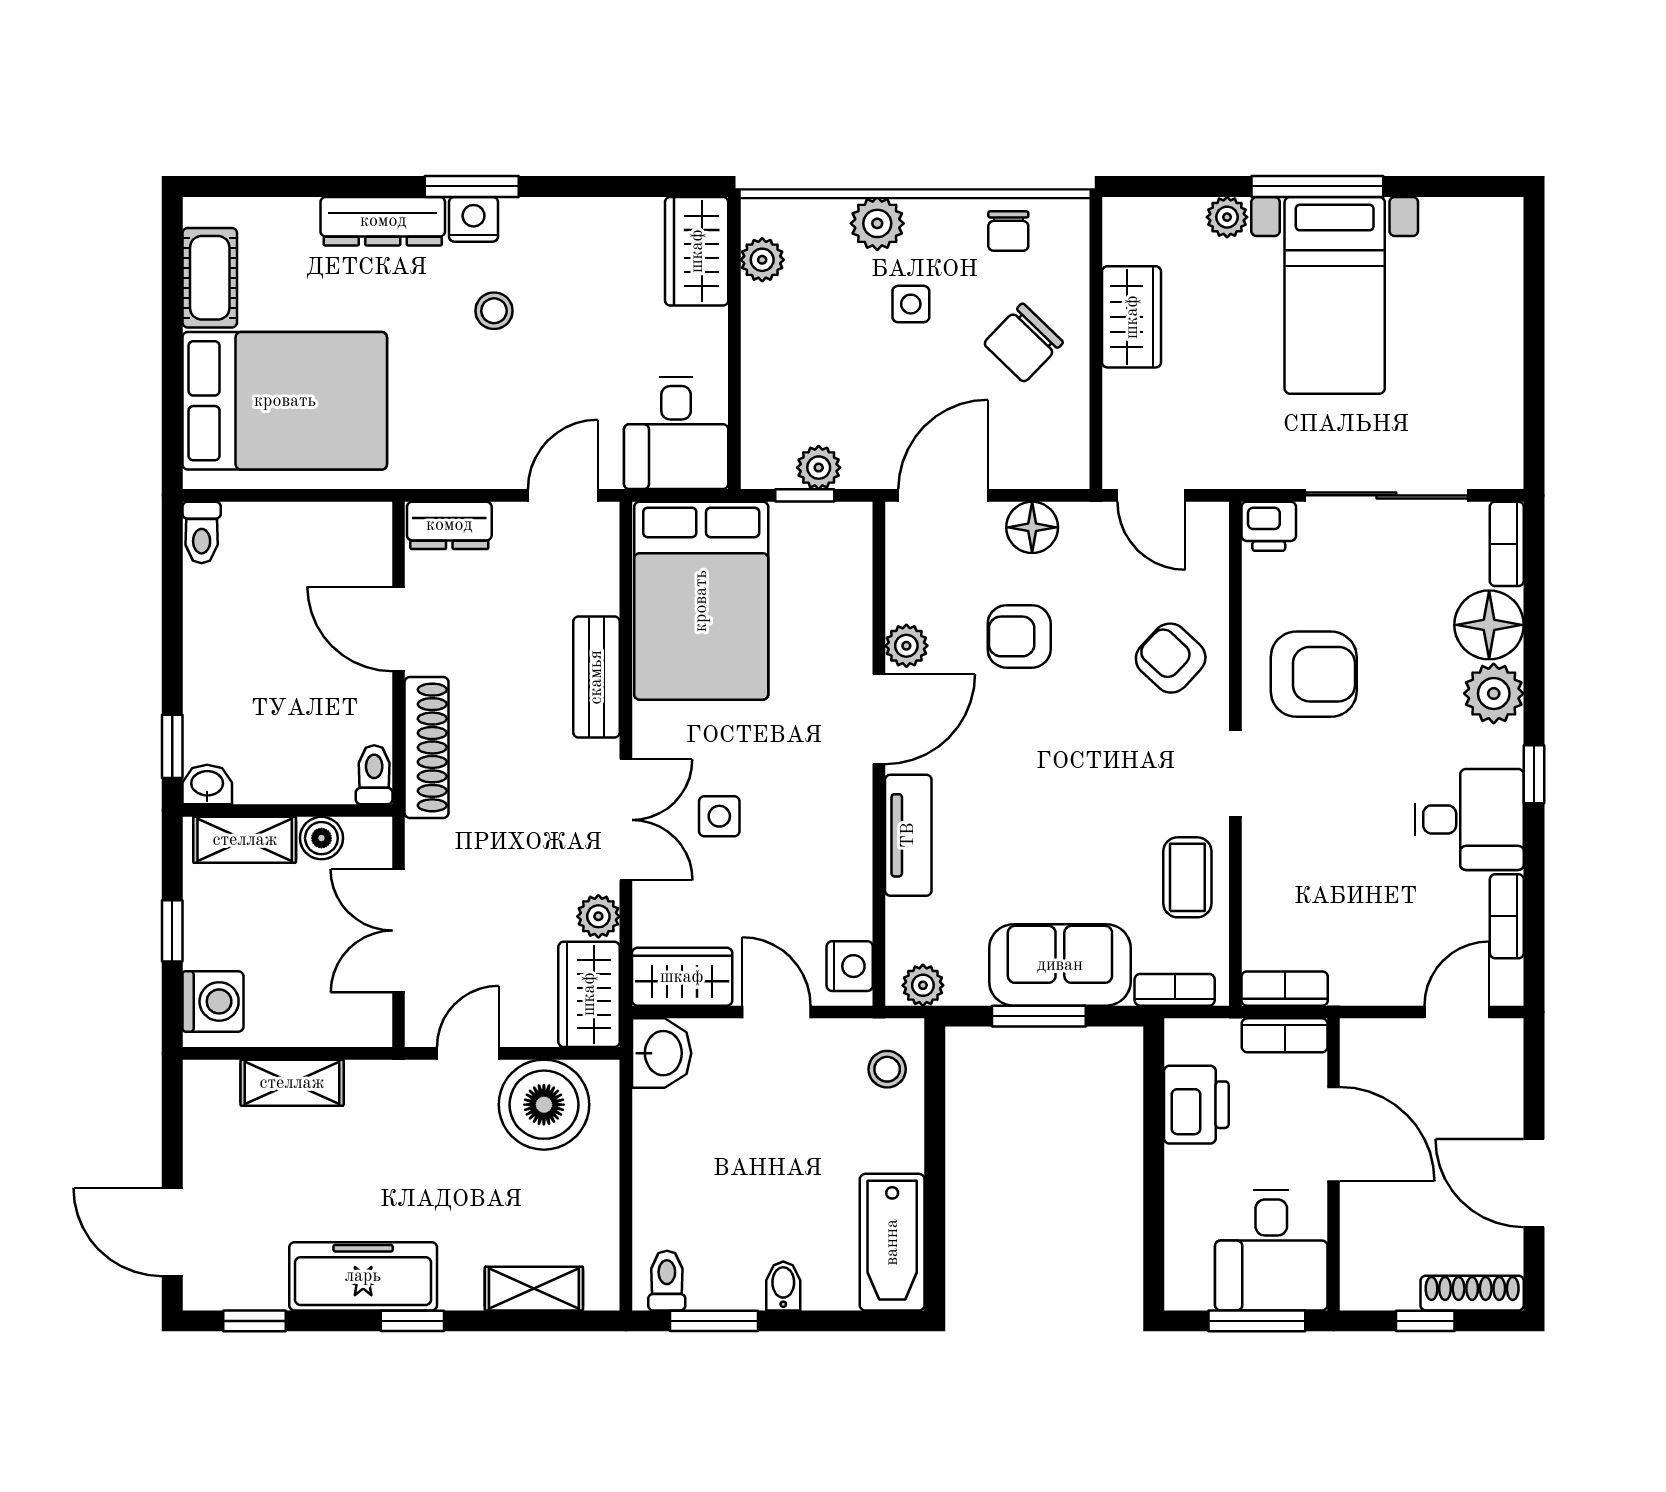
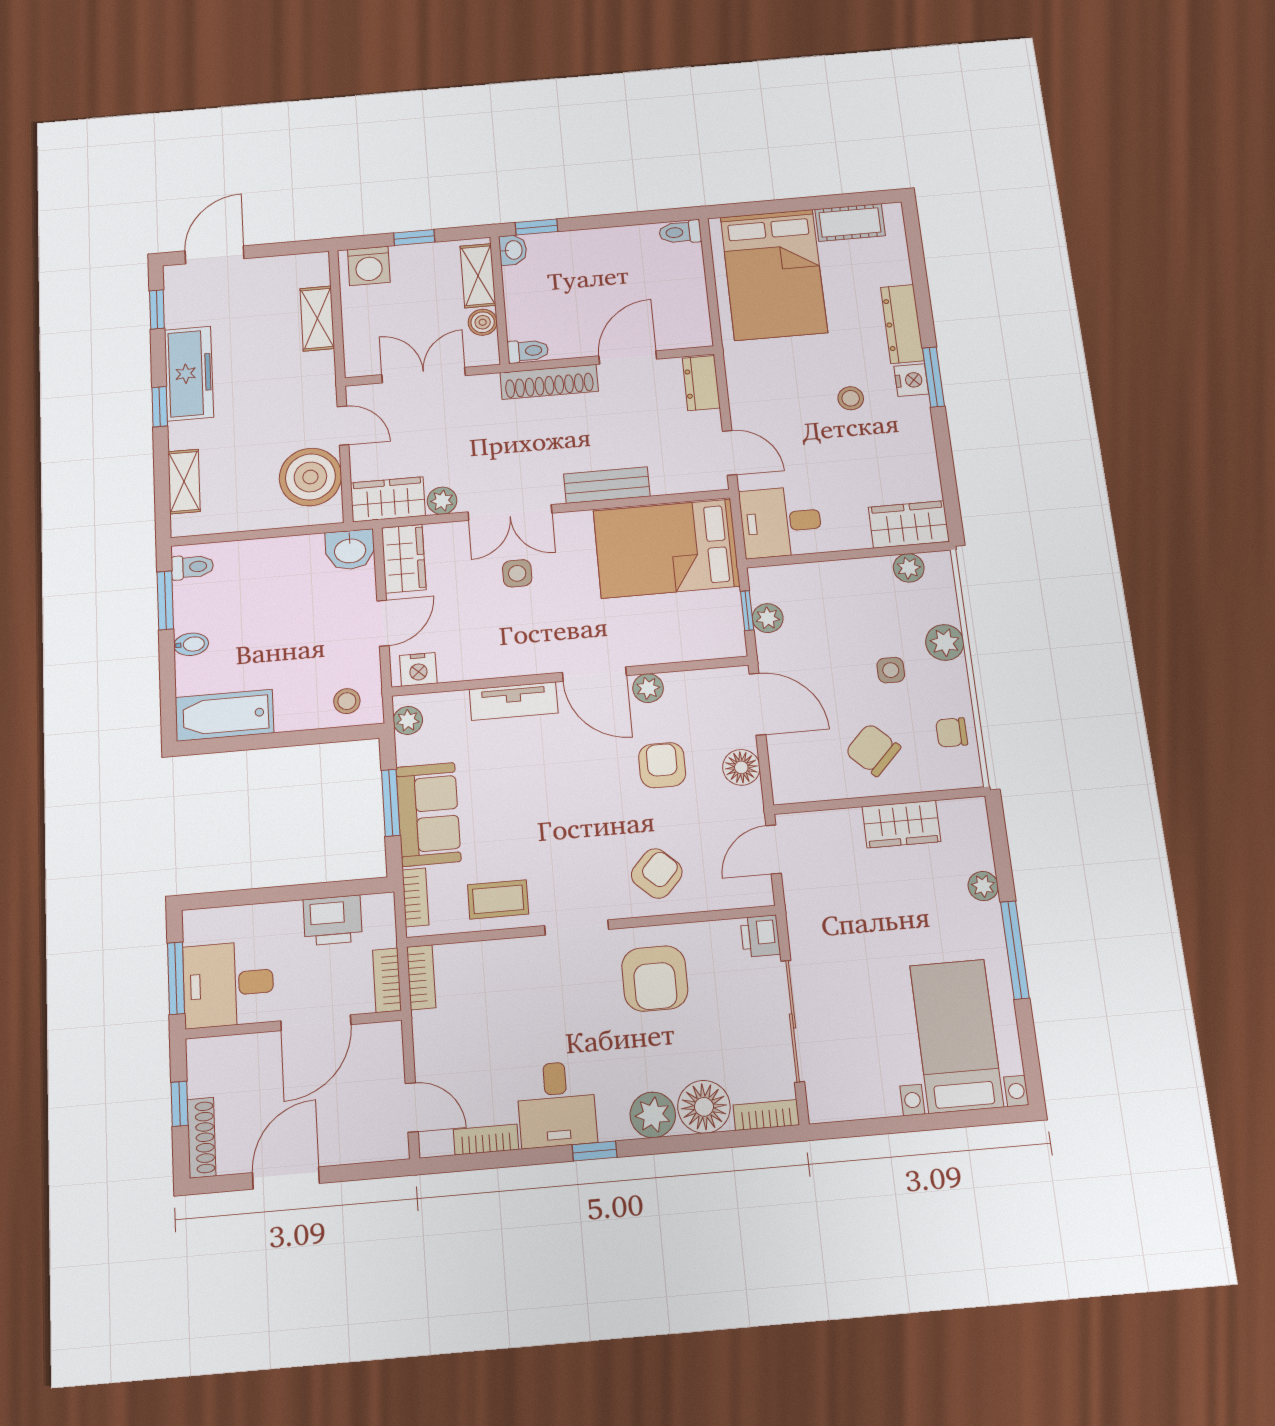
bed with nightstands: (1335, 295) -> (956, 1036), moved, turned 90

